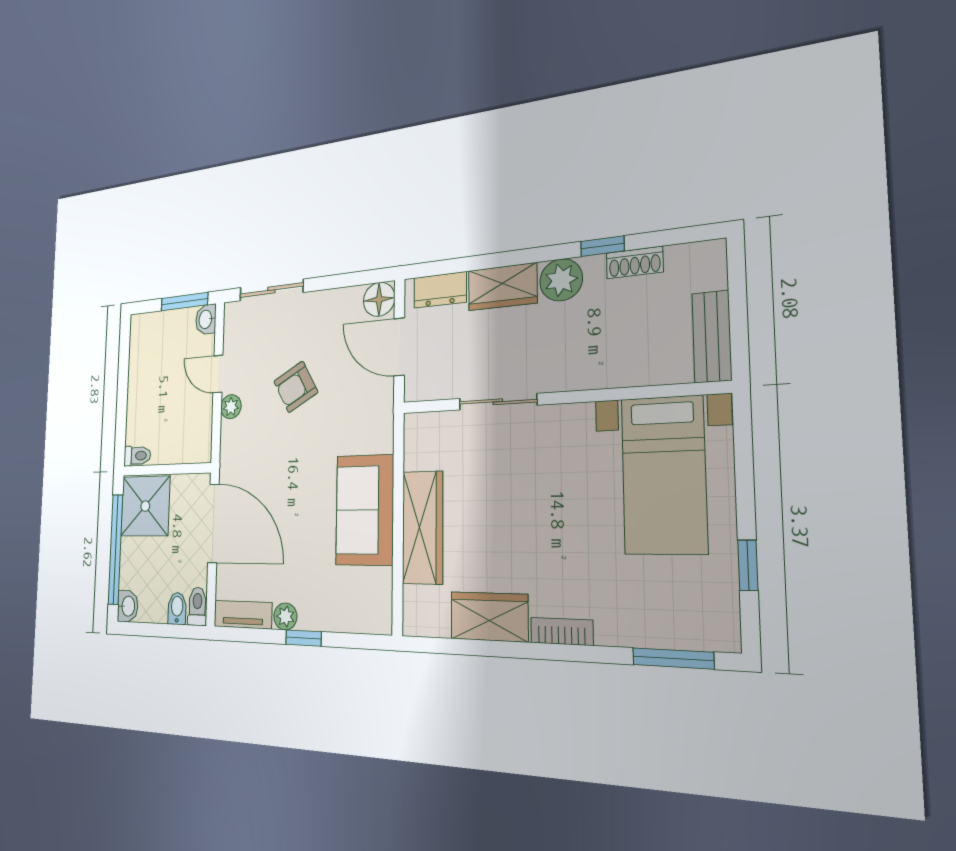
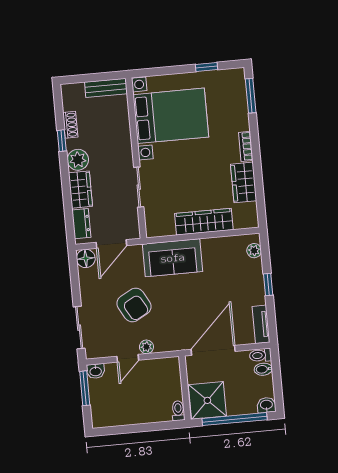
armchair: (296, 387) -> (134, 305), width x1.38, depth x1.38
bed with nightstands: (664, 475) -> (171, 116), width x1.36
sofa: (365, 510) -> (173, 258), moved
plant: (285, 616) -> (254, 251), moved

